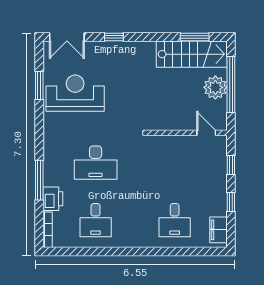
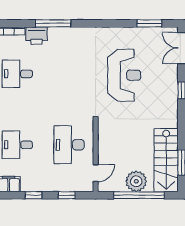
window: (39, 85) -> (149, 23), moved
reception desk: (75, 93) -> (124, 75), moved
desk: (96, 163) -> (69, 145), moved

